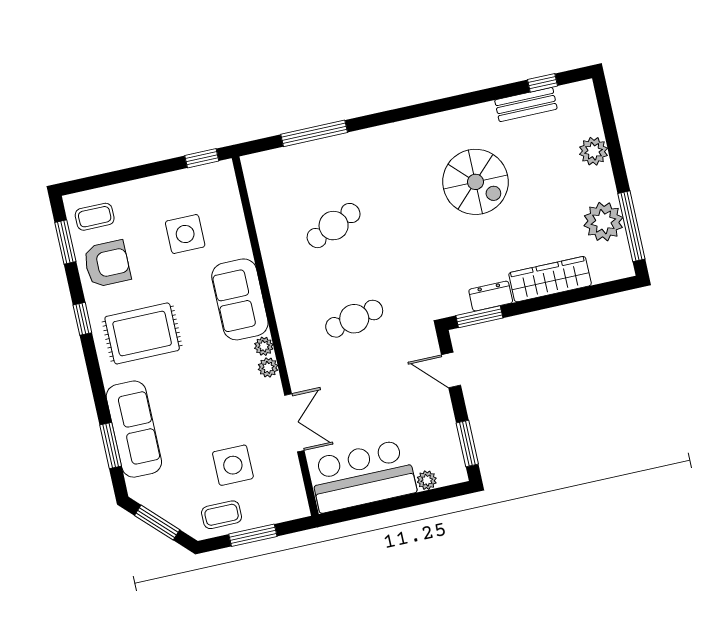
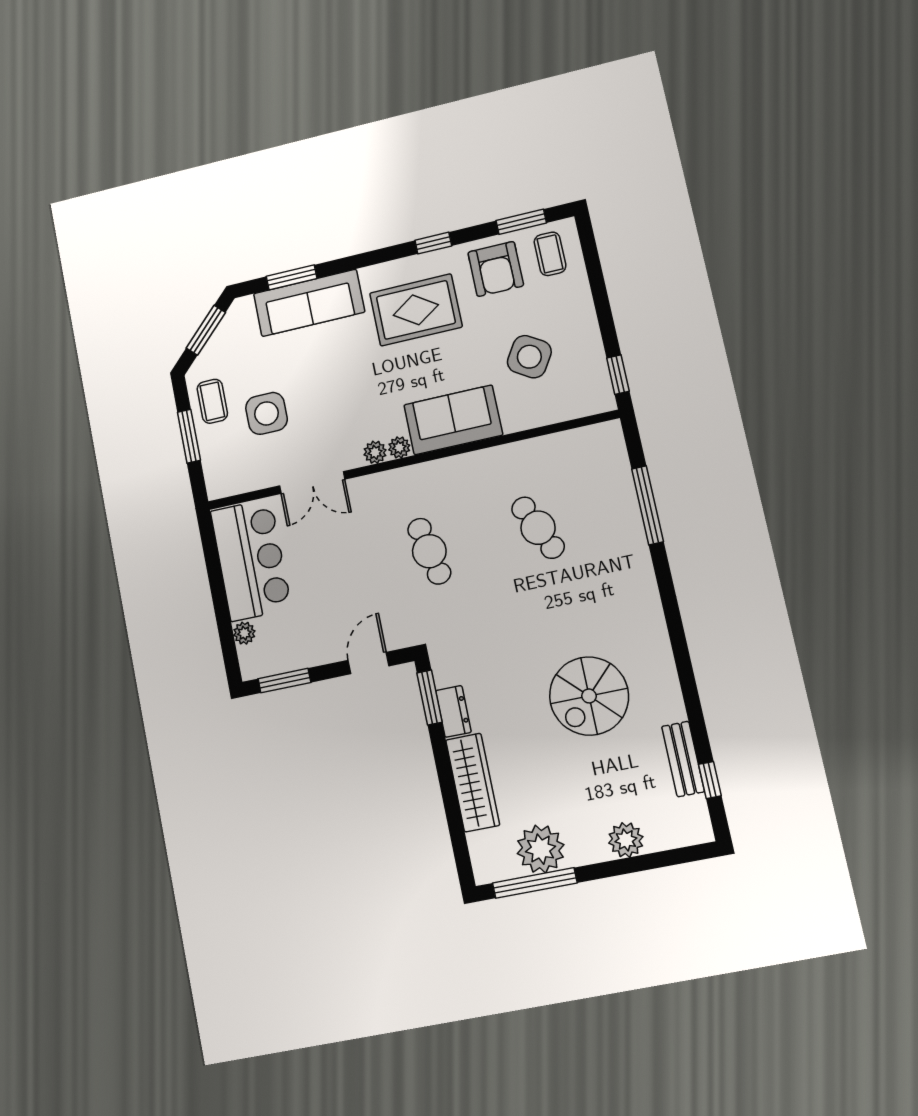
side table: (185, 234) -> (529, 357), turned 32
rug: (142, 333) -> (416, 310), turned 90

